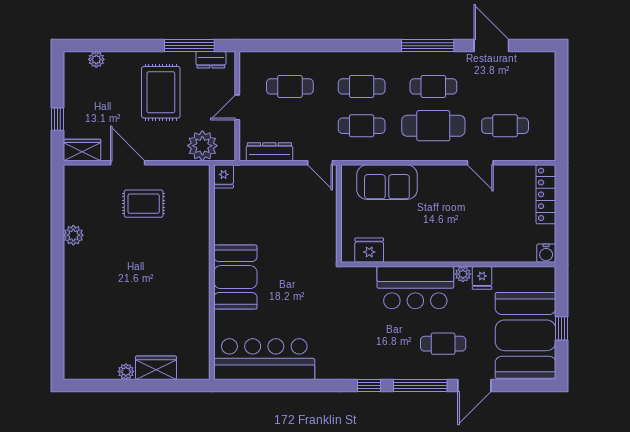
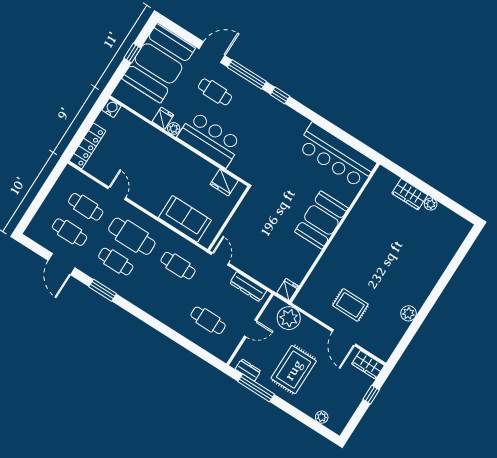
window: (428, 46) -> (103, 290), width x0.69
cafe table: (362, 86) -> (70, 232), moved

